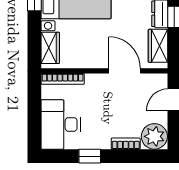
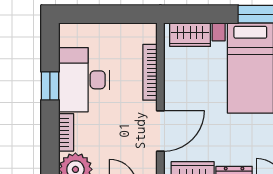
bookcase: (63, 79) -> (150, 72), moved
desk: (61, 124) -> (84, 80), moved, turned -90

